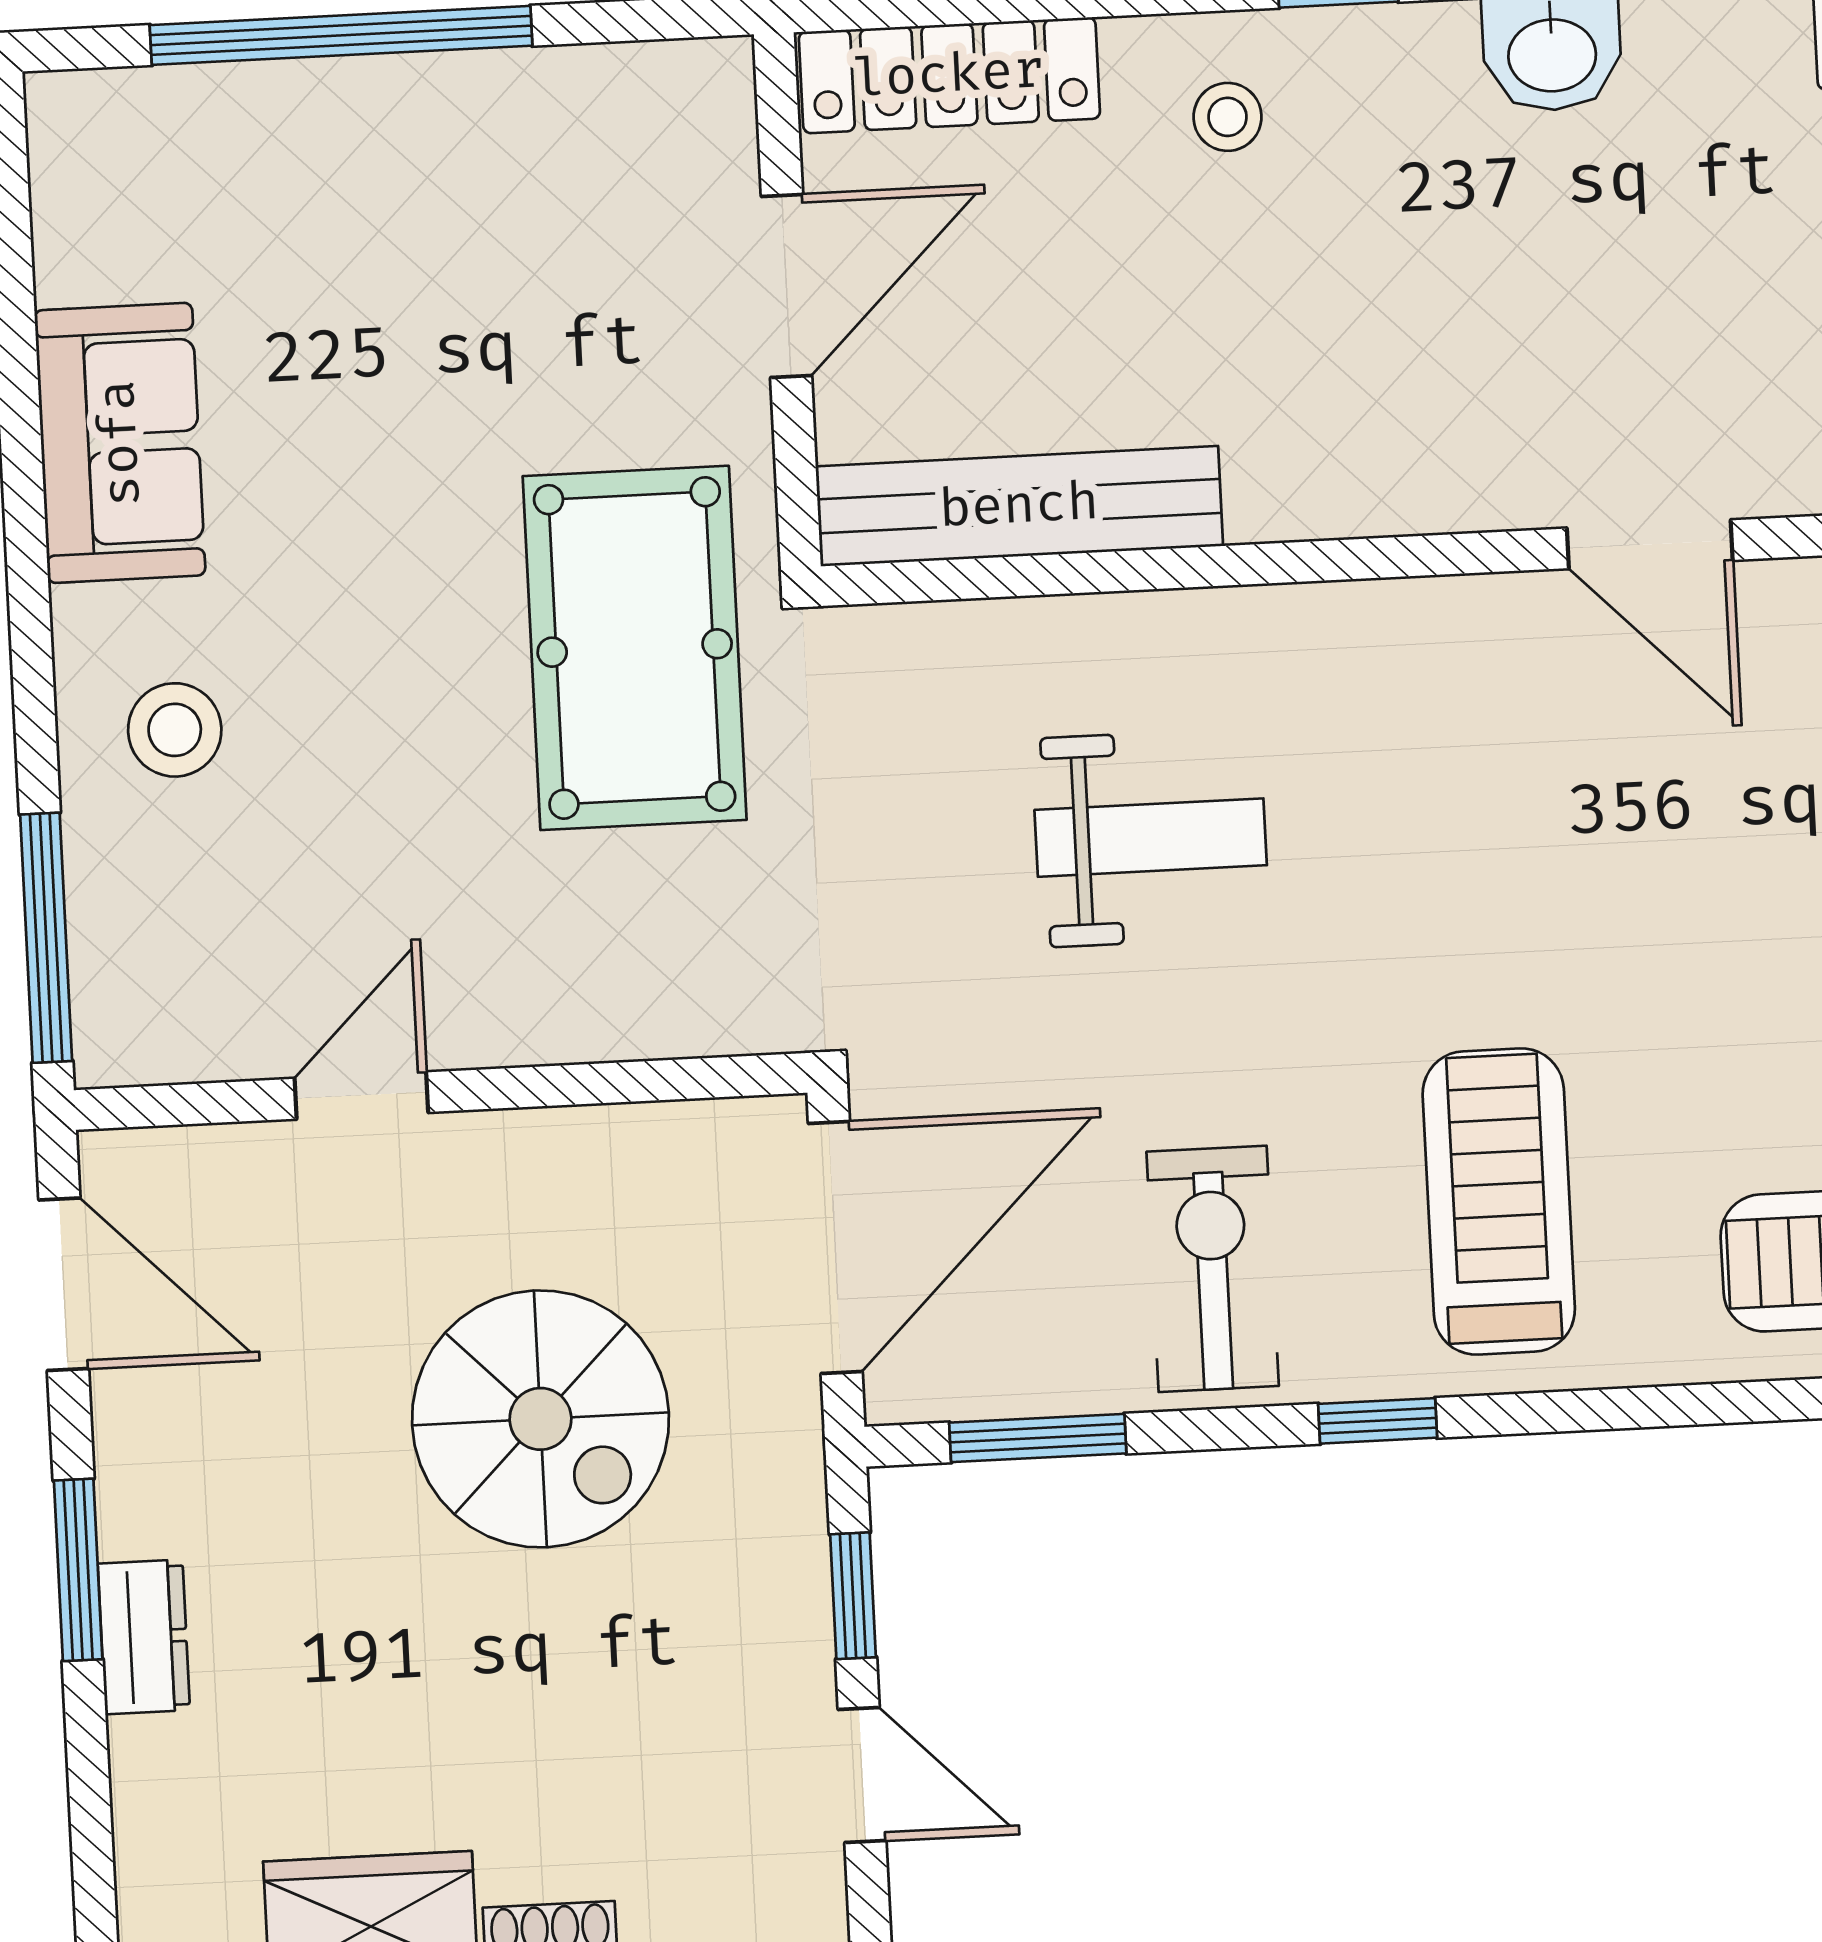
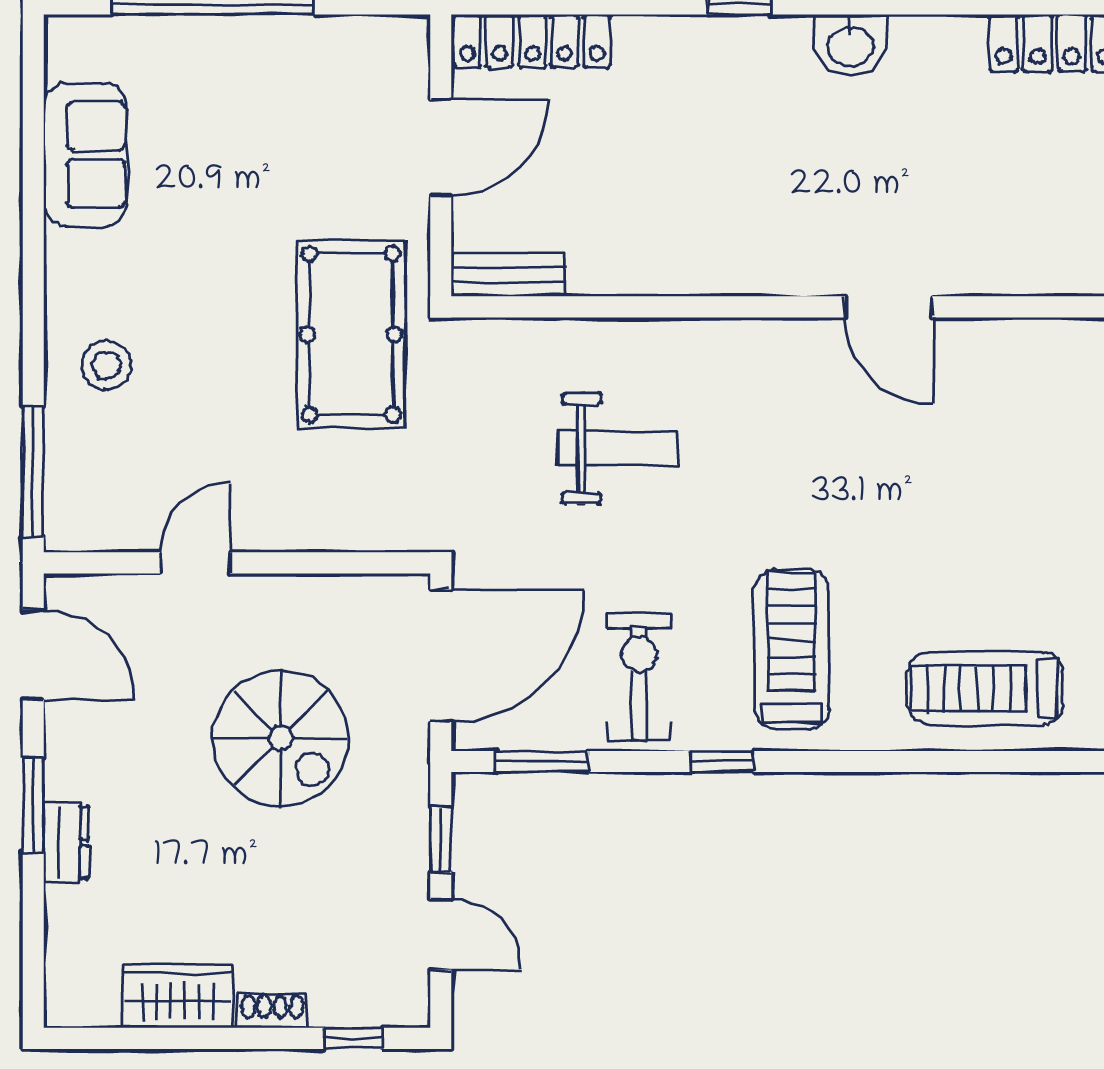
stool: (1228, 117) -> (678, 70), removed
sofa: (120, 443) -> (85, 155), moved
bench: (1019, 506) -> (508, 275), width x0.54, depth x0.82

